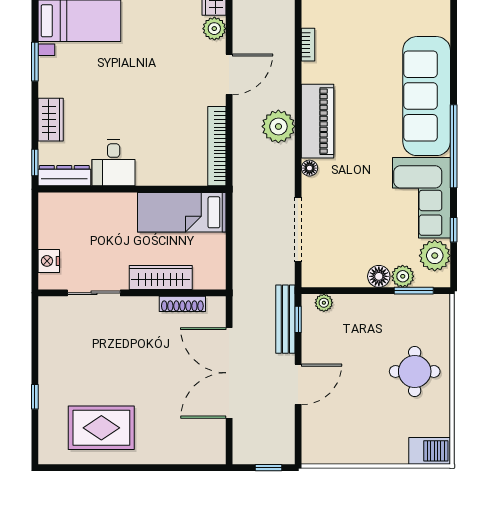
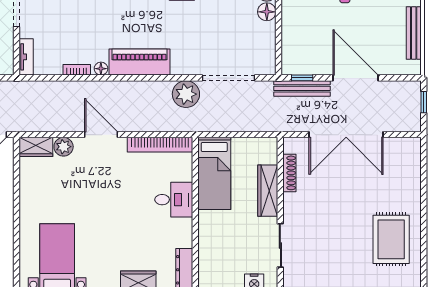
plant: (278, 126) -> (186, 94), moved
desk: (114, 163) -> (174, 200), moved
floor lamp: (309, 168) -> (101, 69), moved
plant: (324, 303) -> (288, 57), removed
door: (298, 384) -> (356, 78), width x1.36
bench: (353, 455) -> (414, 33), added

